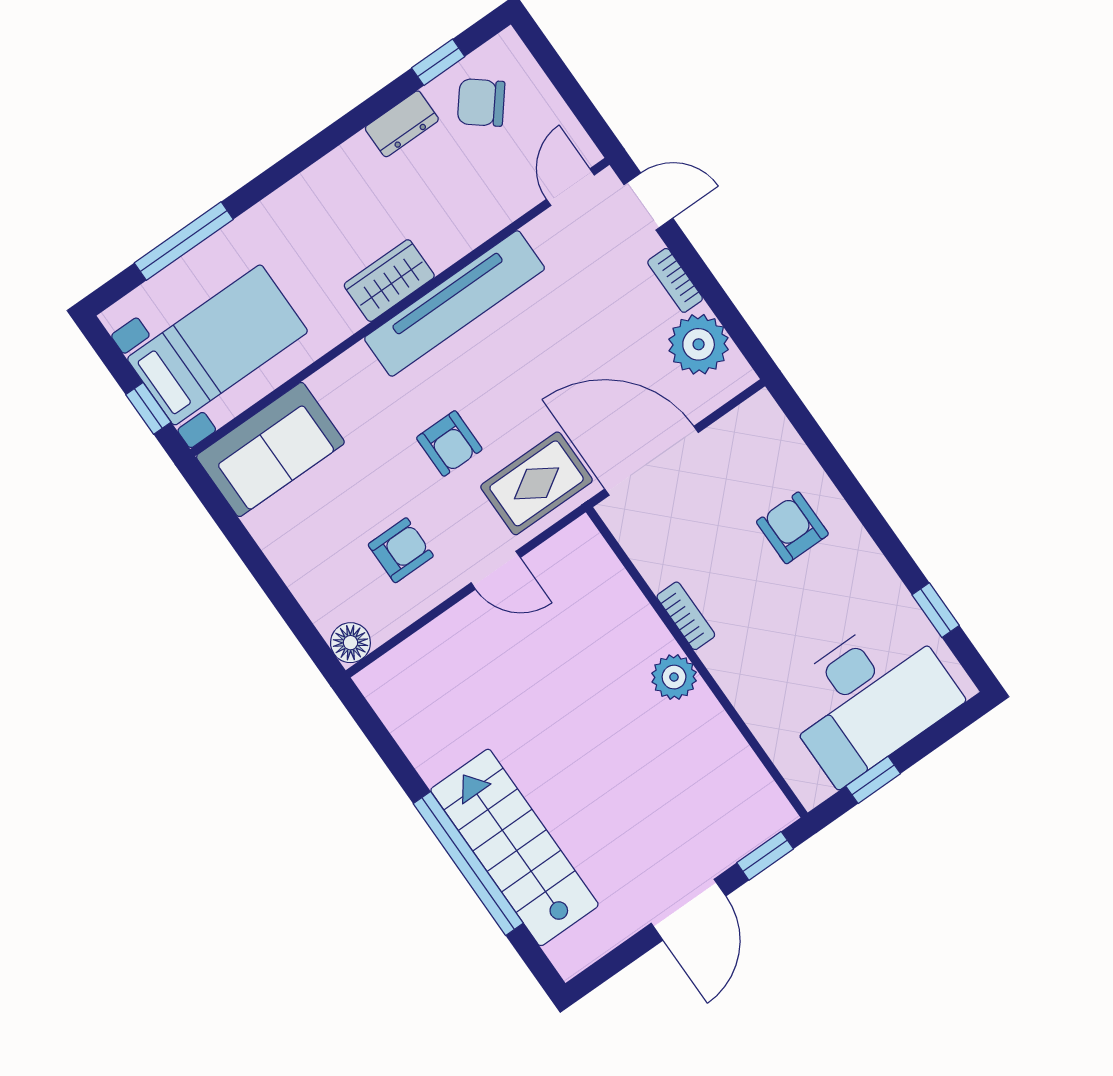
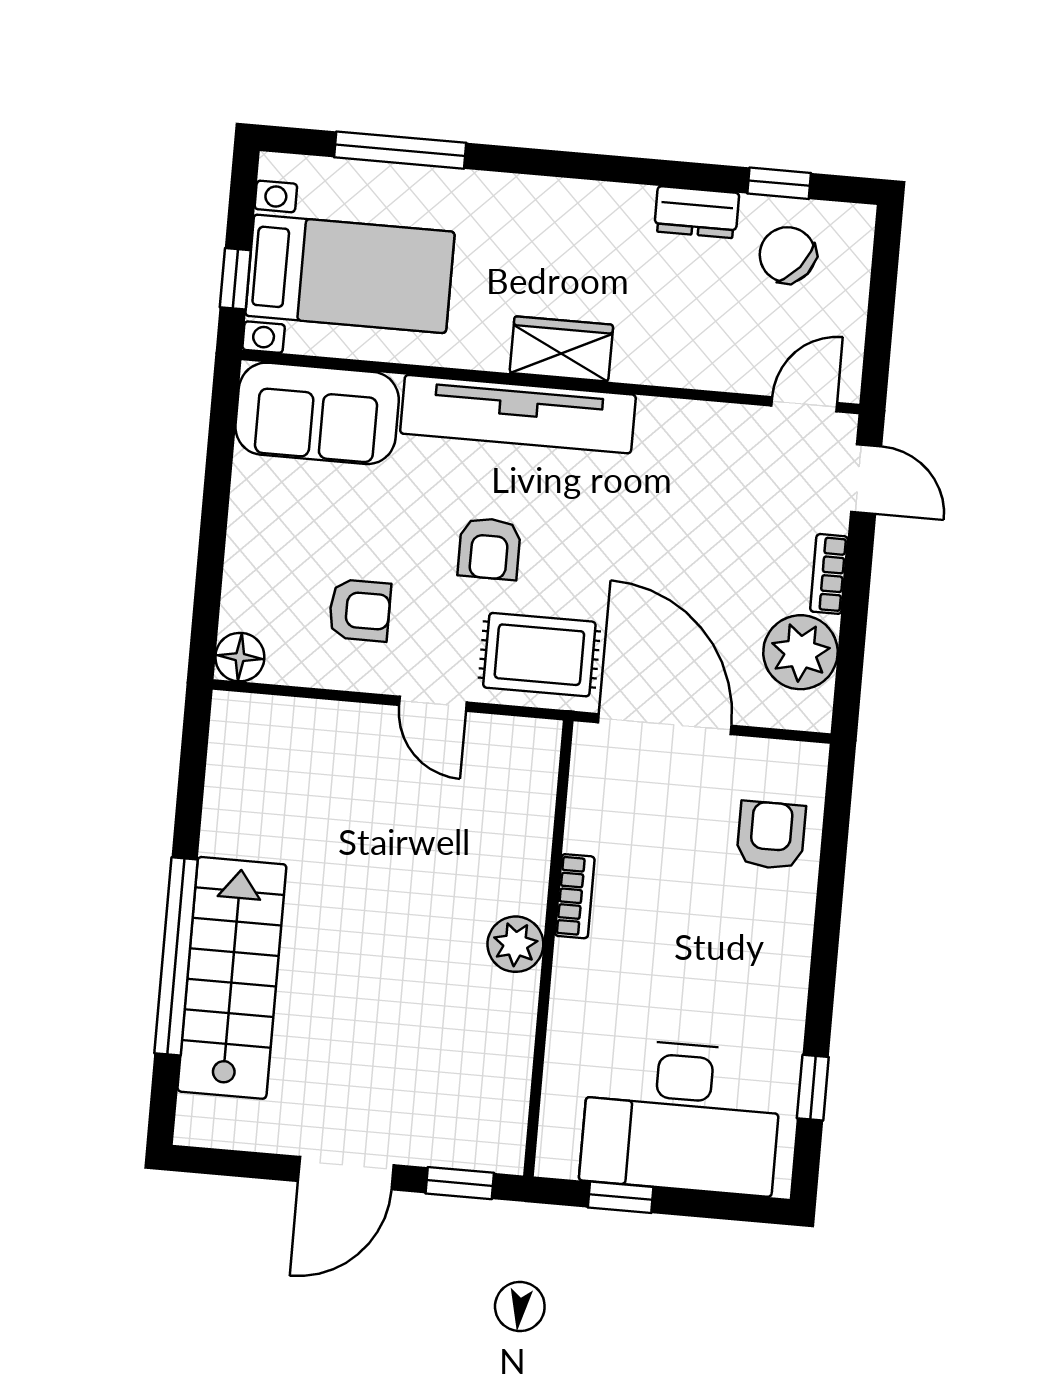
tv unit: (455, 303) -> (518, 414), moved
armchair: (792, 528) -> (771, 835), moved

